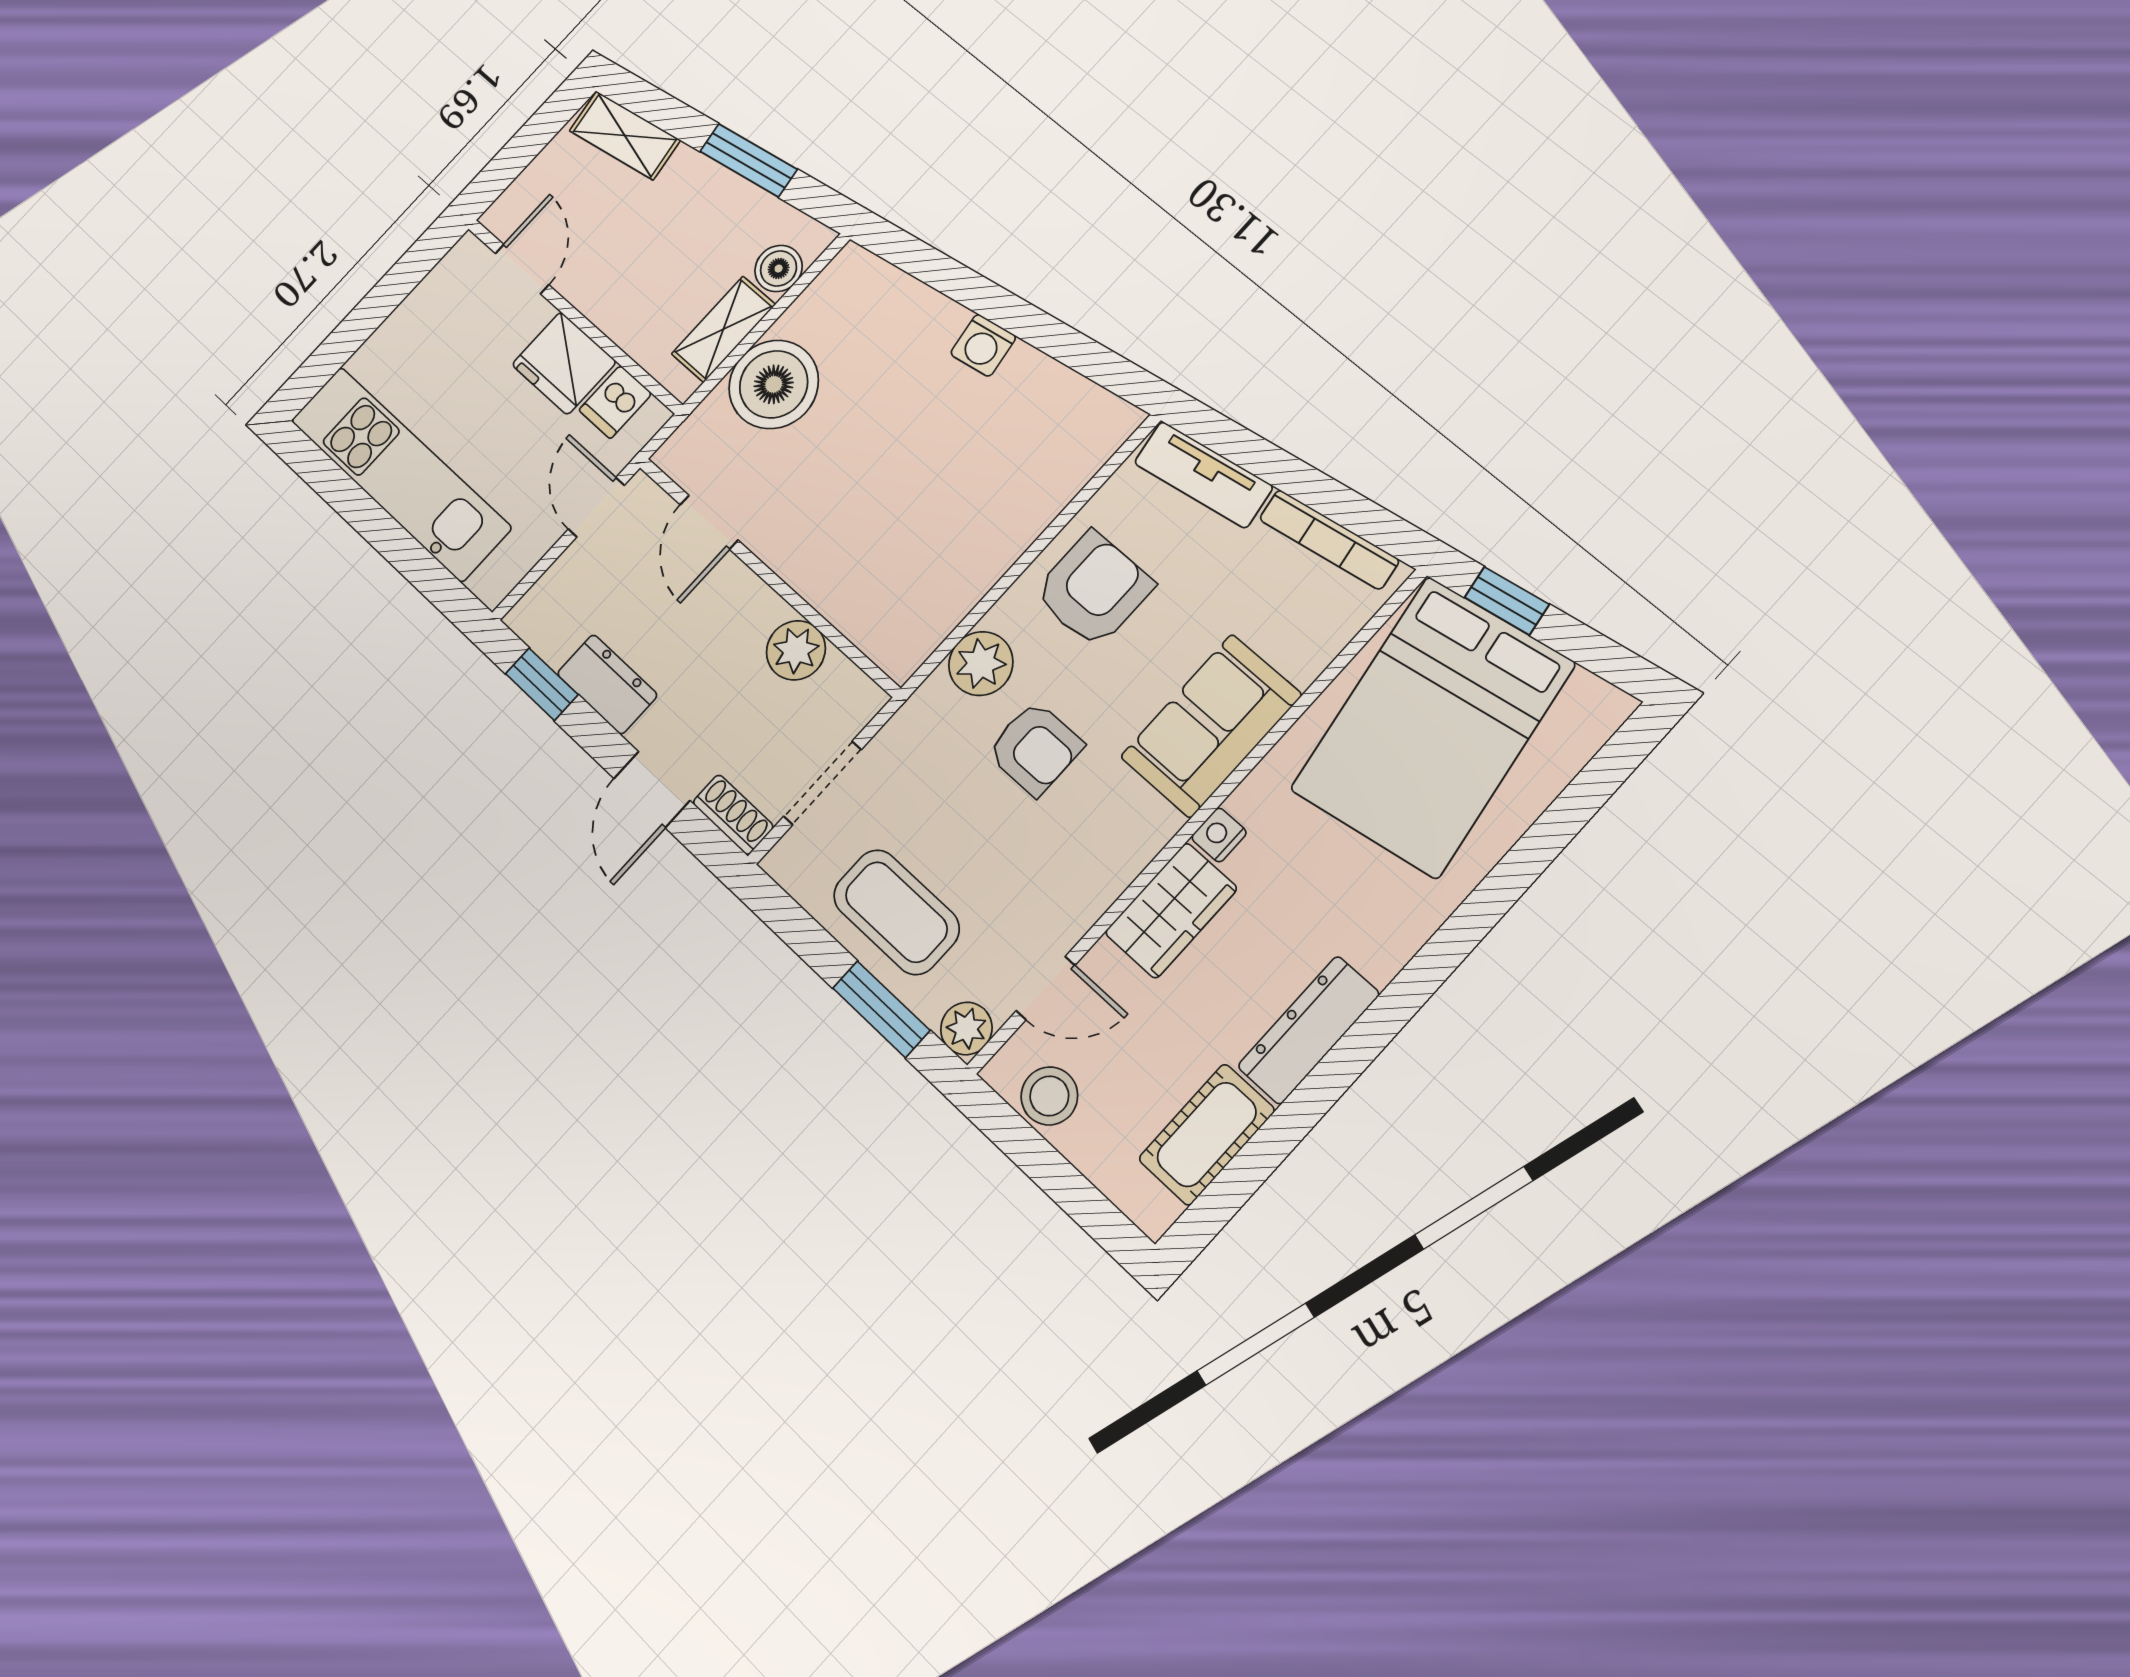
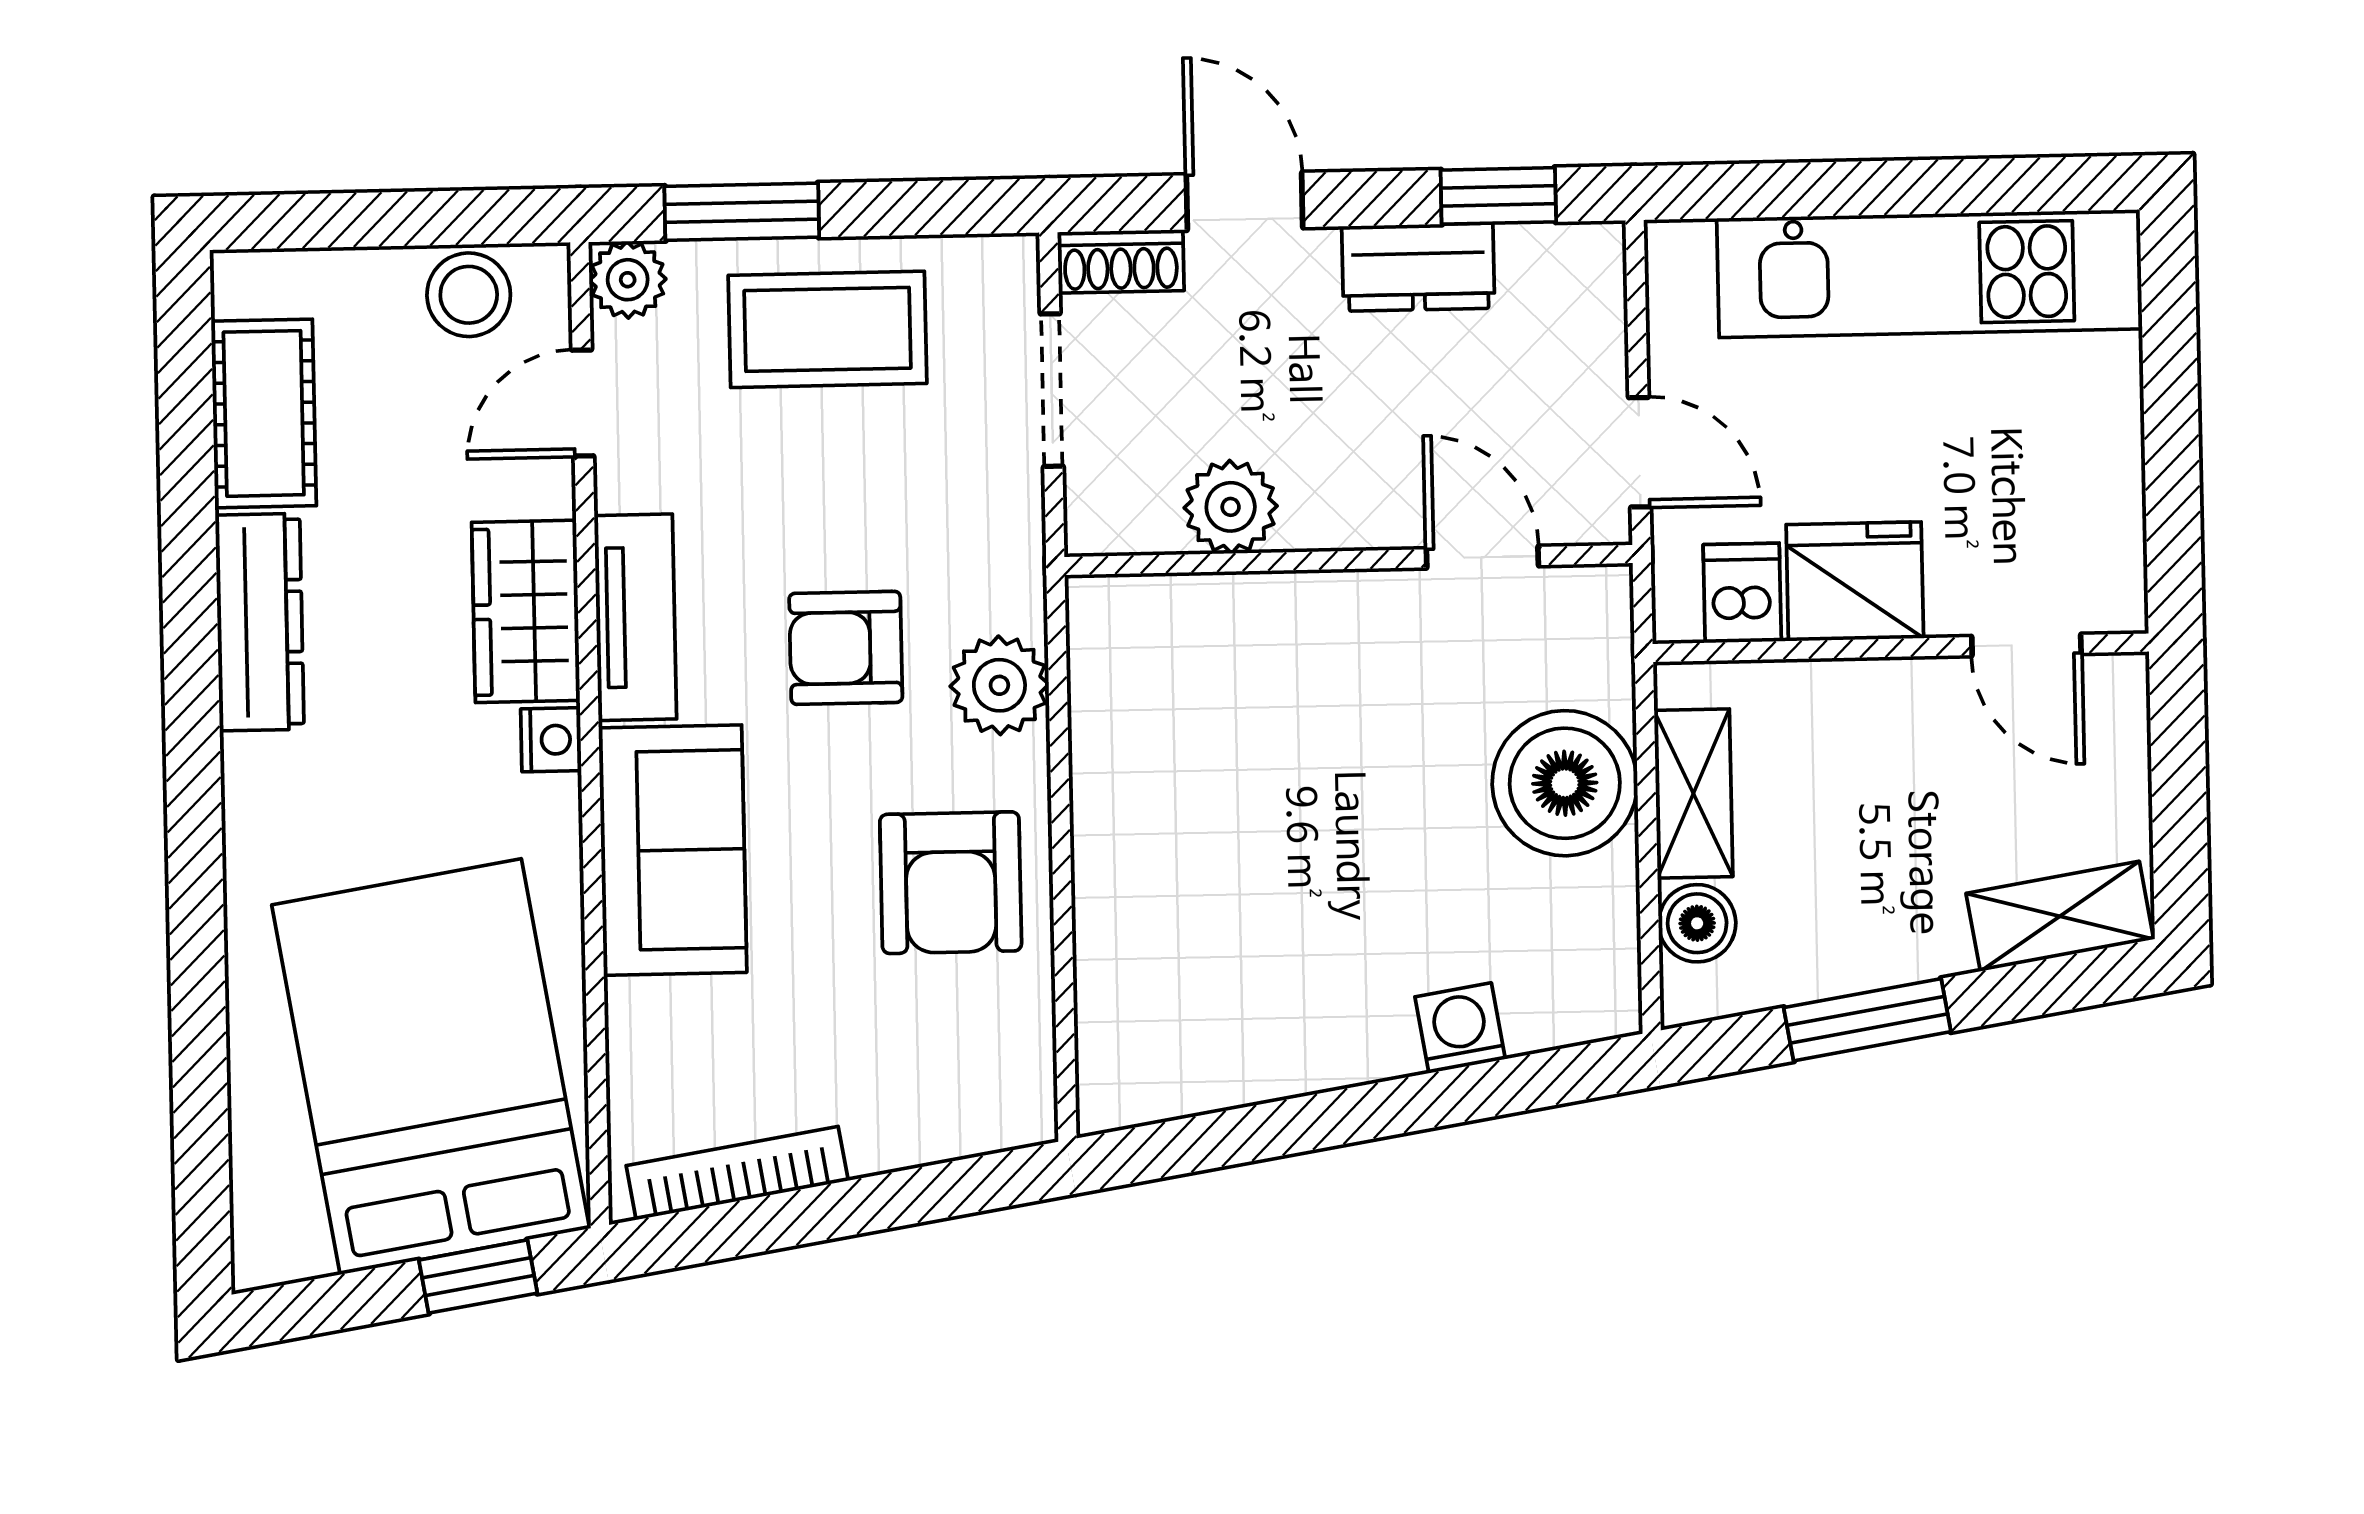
washing machine: (983, 345) -> (1460, 1028), moved
tv unit: (1203, 475) -> (635, 617), moved, turned 99

